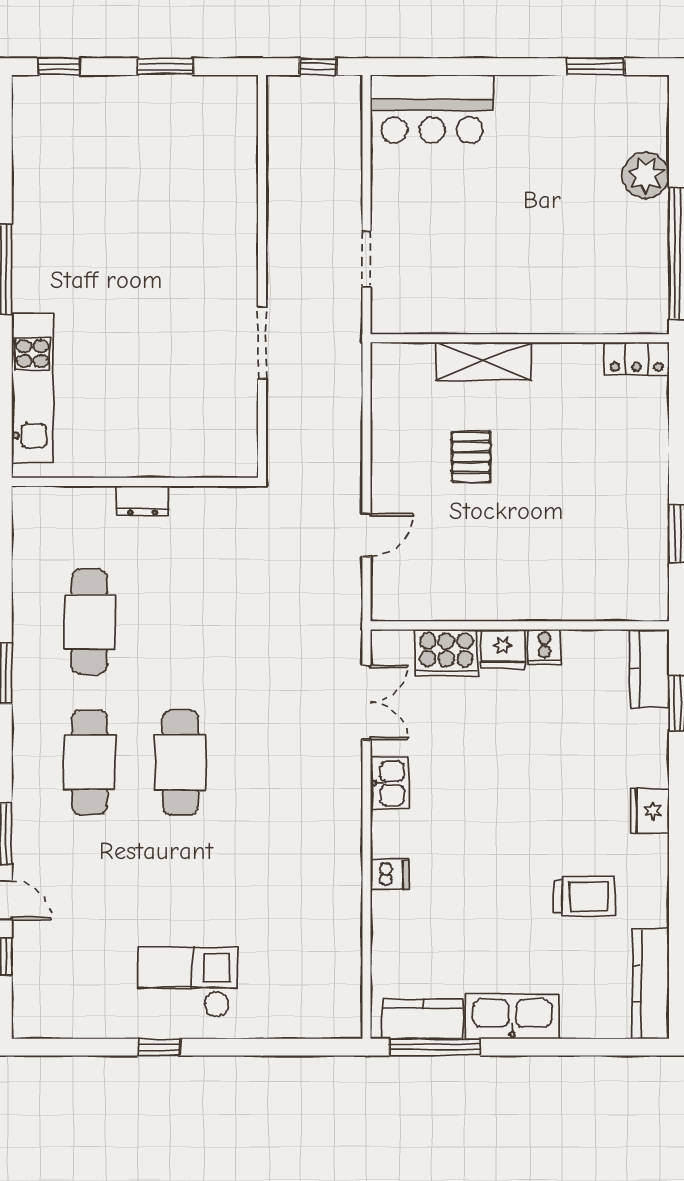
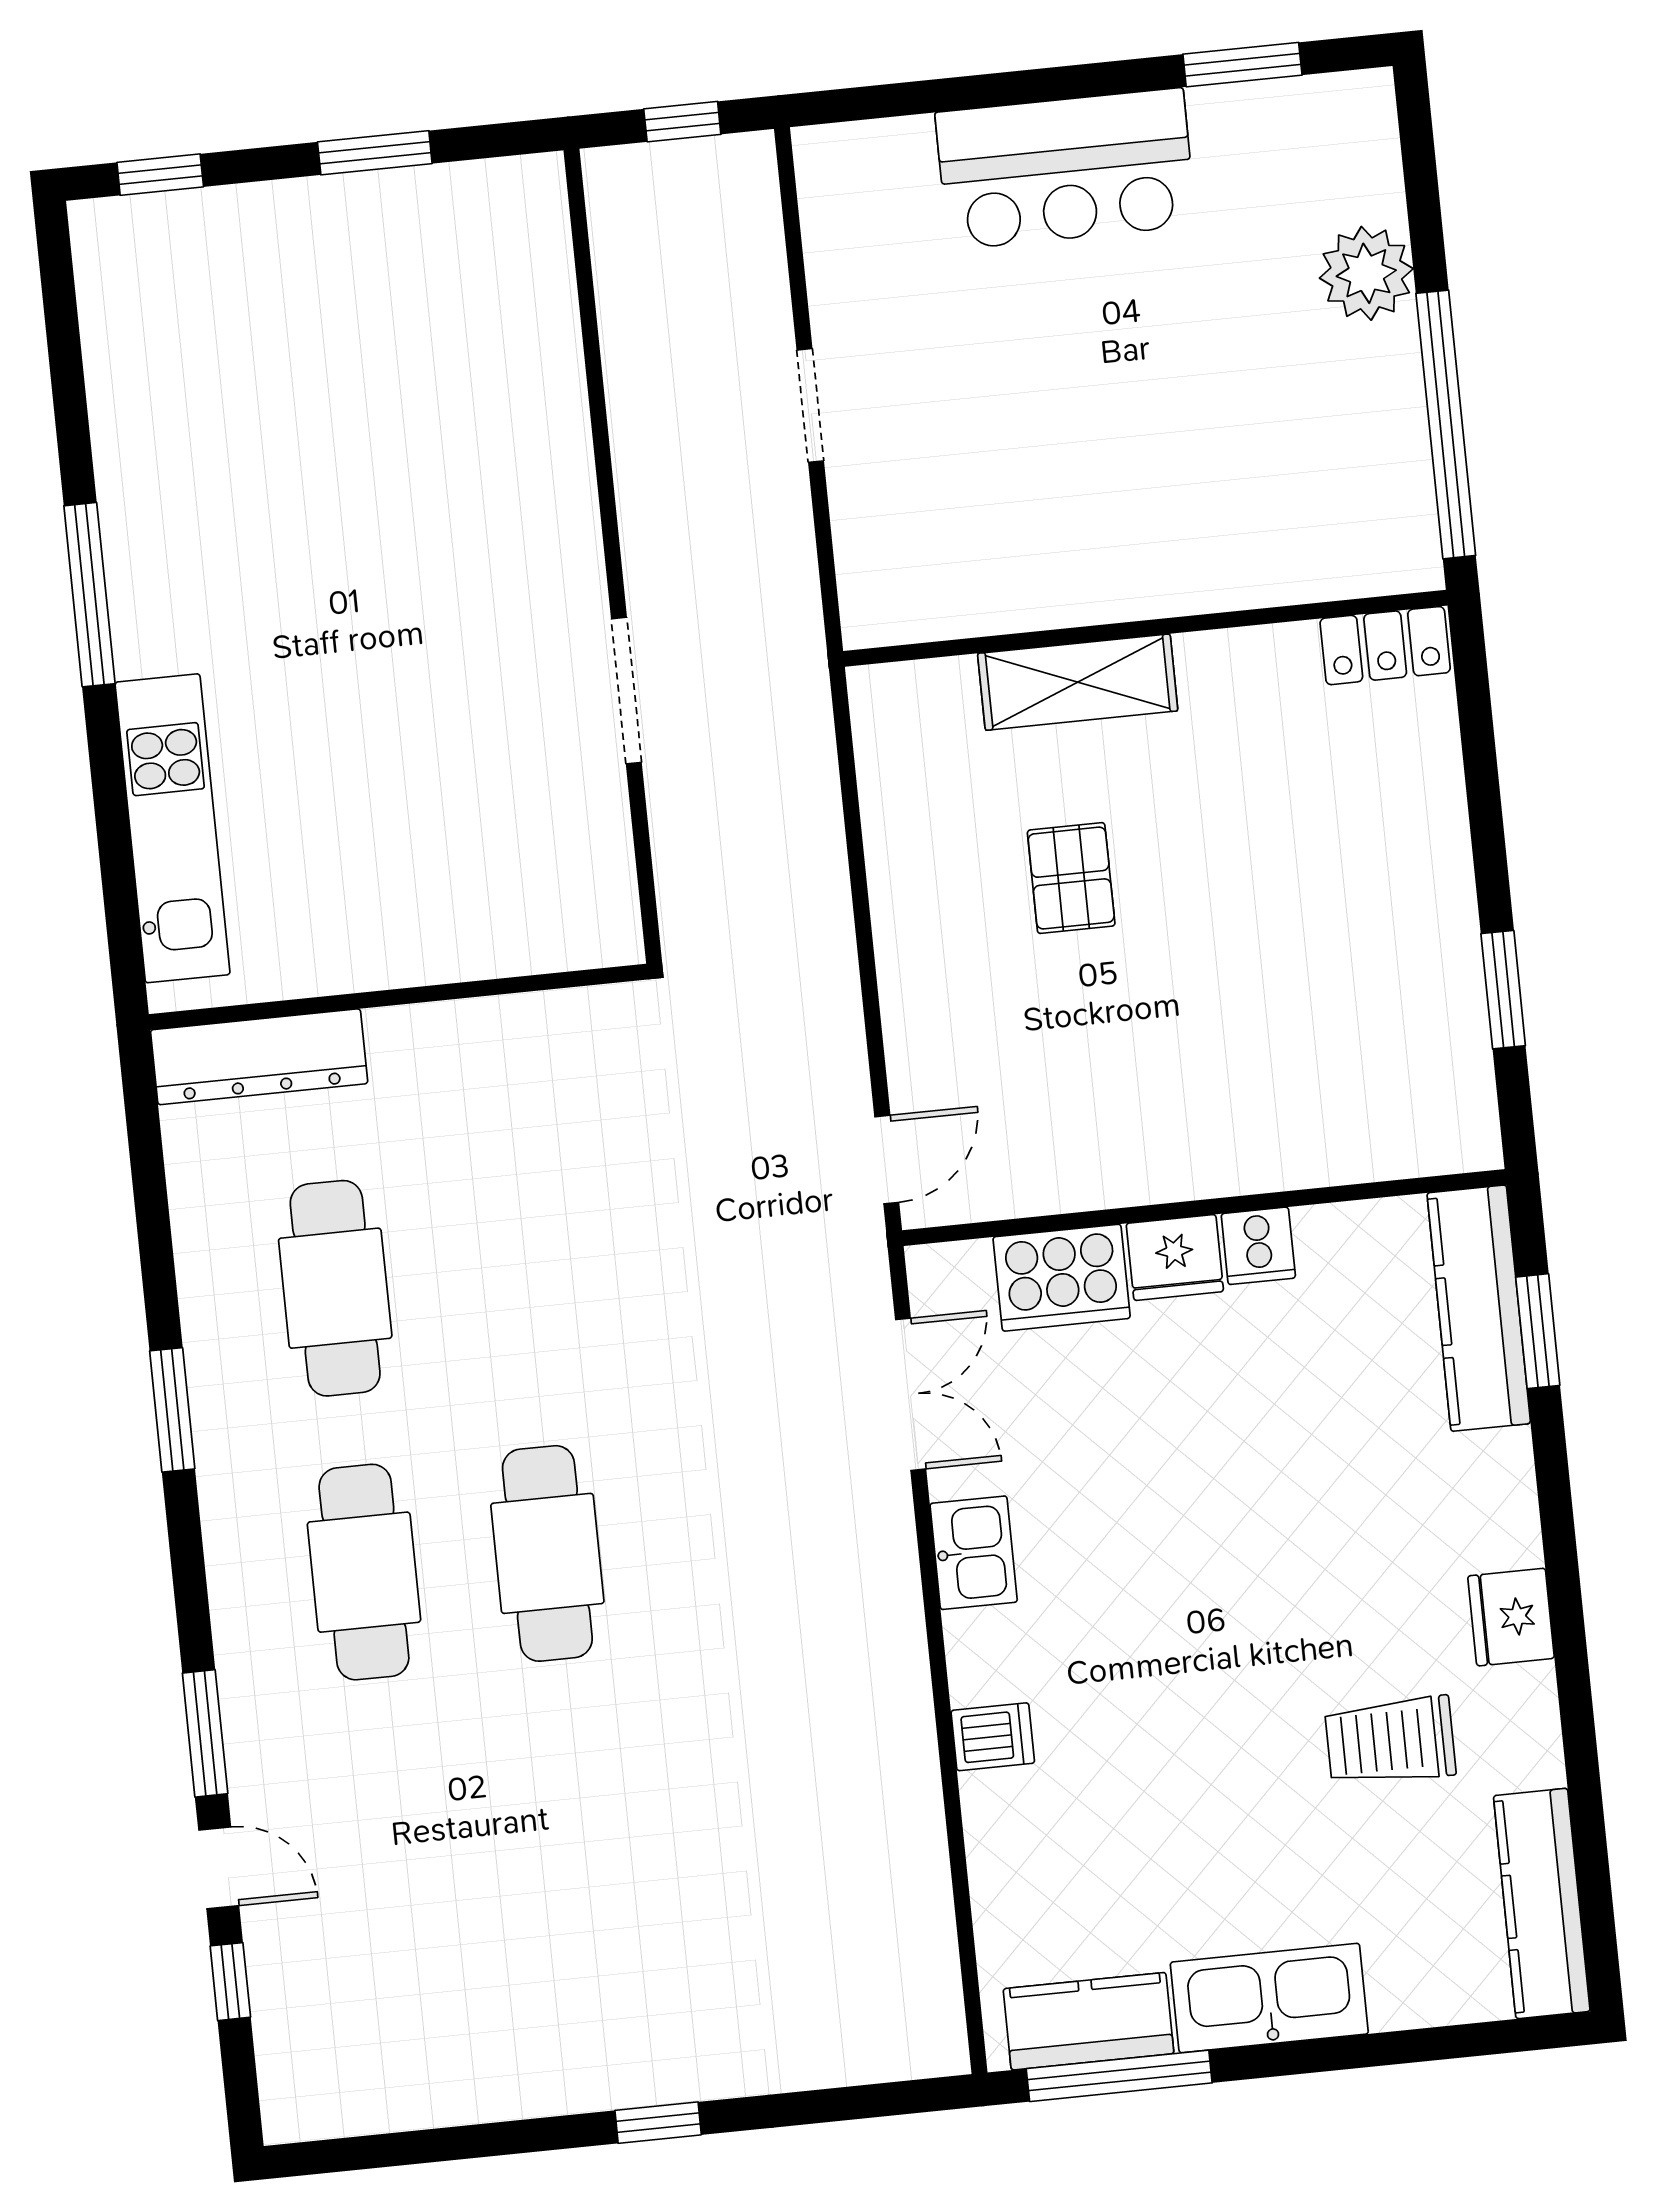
bar counter: (432, 109) -> (1066, 169), moved
doorway: (366, 259) -> (810, 405), moved
dresser: (143, 501) -> (259, 1057), moved, width x1.96, depth x1.24
door: (366, 535) -> (887, 1160), moved
kitchen counter: (649, 669) -> (1479, 1308), width x1.50
fridge: (650, 811) -> (1511, 1617), moved
trolley: (584, 896) -> (1390, 1741), turned 180
checkout: (188, 982) -> (607, 1995), removed
window: (159, 1047) -> (658, 2123), moved

